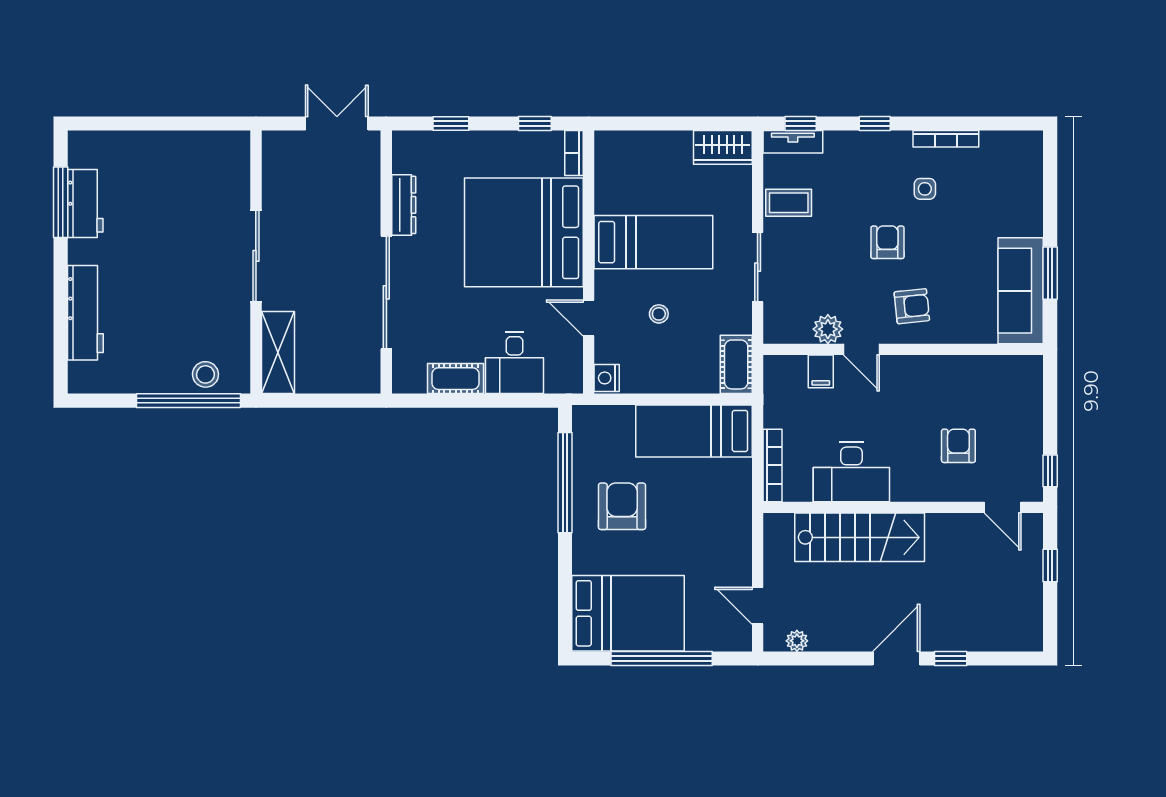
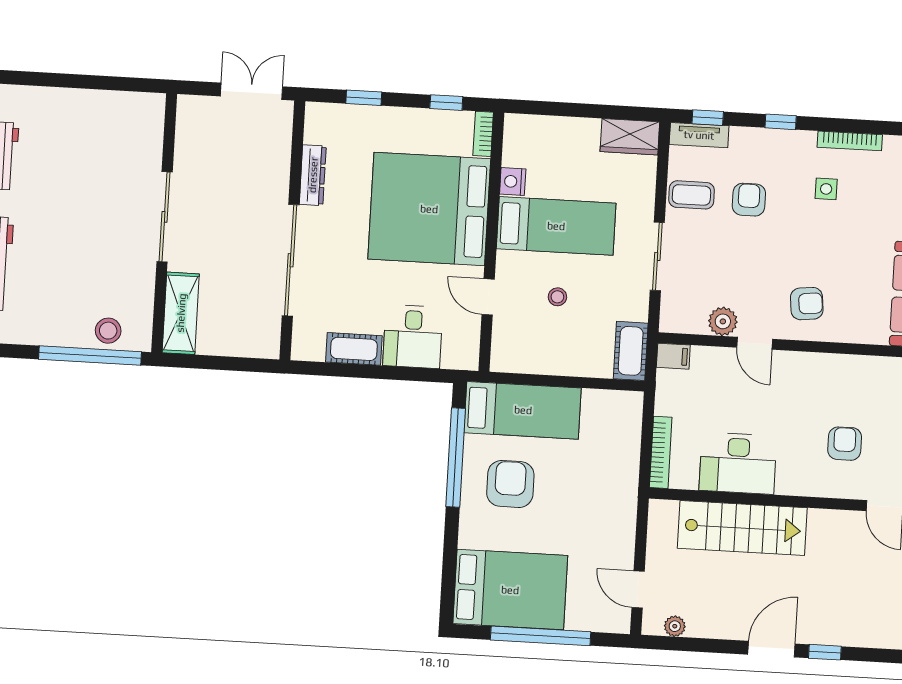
armchair: (887, 242) -> (749, 200), moved
filing cabinet: (821, 371) -> (673, 356), moved, turned -90
nightstand: (607, 378) -> (513, 181), moved
bed: (694, 431) -> (523, 410), moved, turned 180

